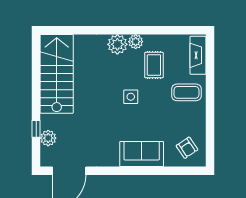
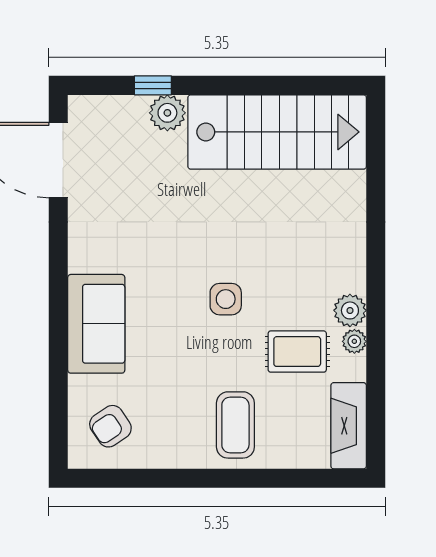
plant: (117, 44) -> (354, 341), moved, width x0.53, depth x0.53
fireplace: (198, 55) -> (349, 426), moved, turned -90
plant: (48, 138) -> (167, 113), moved

